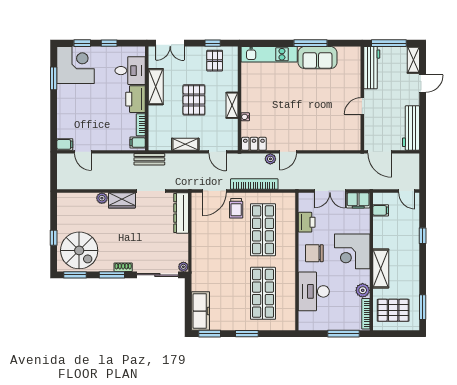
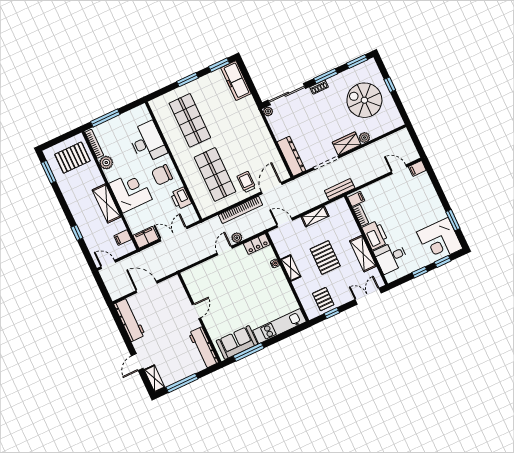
workbench: (372, 68) -> (203, 348), moved
wall: (362, 98) -> (199, 318), moved
door: (362, 106) -> (196, 311), moved
spiral stairs: (79, 250) -> (364, 100), moved
chair: (314, 253) -> (162, 175), turned 180
shelving: (381, 268) -> (107, 203), moved

